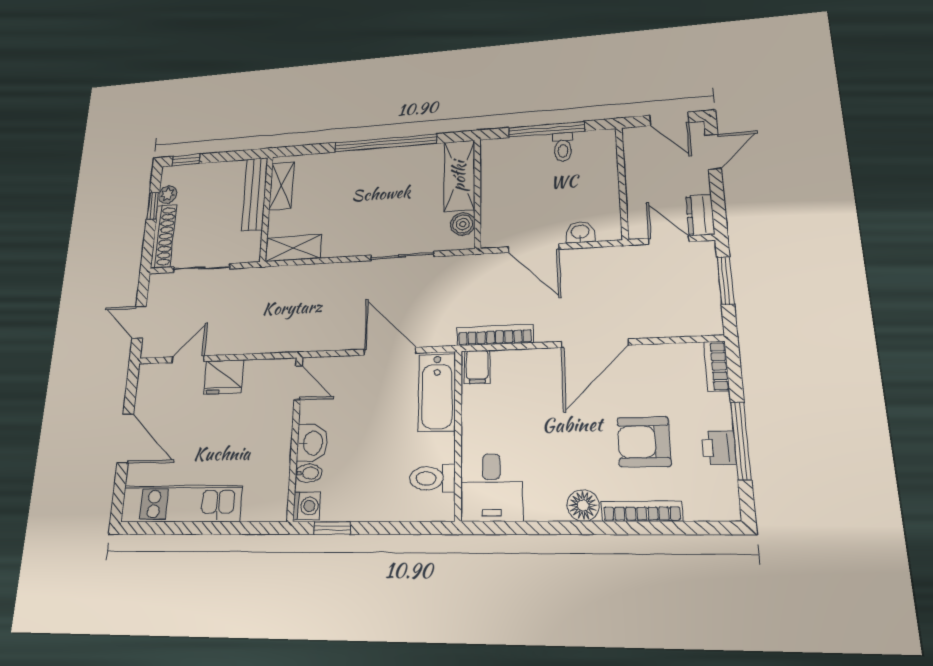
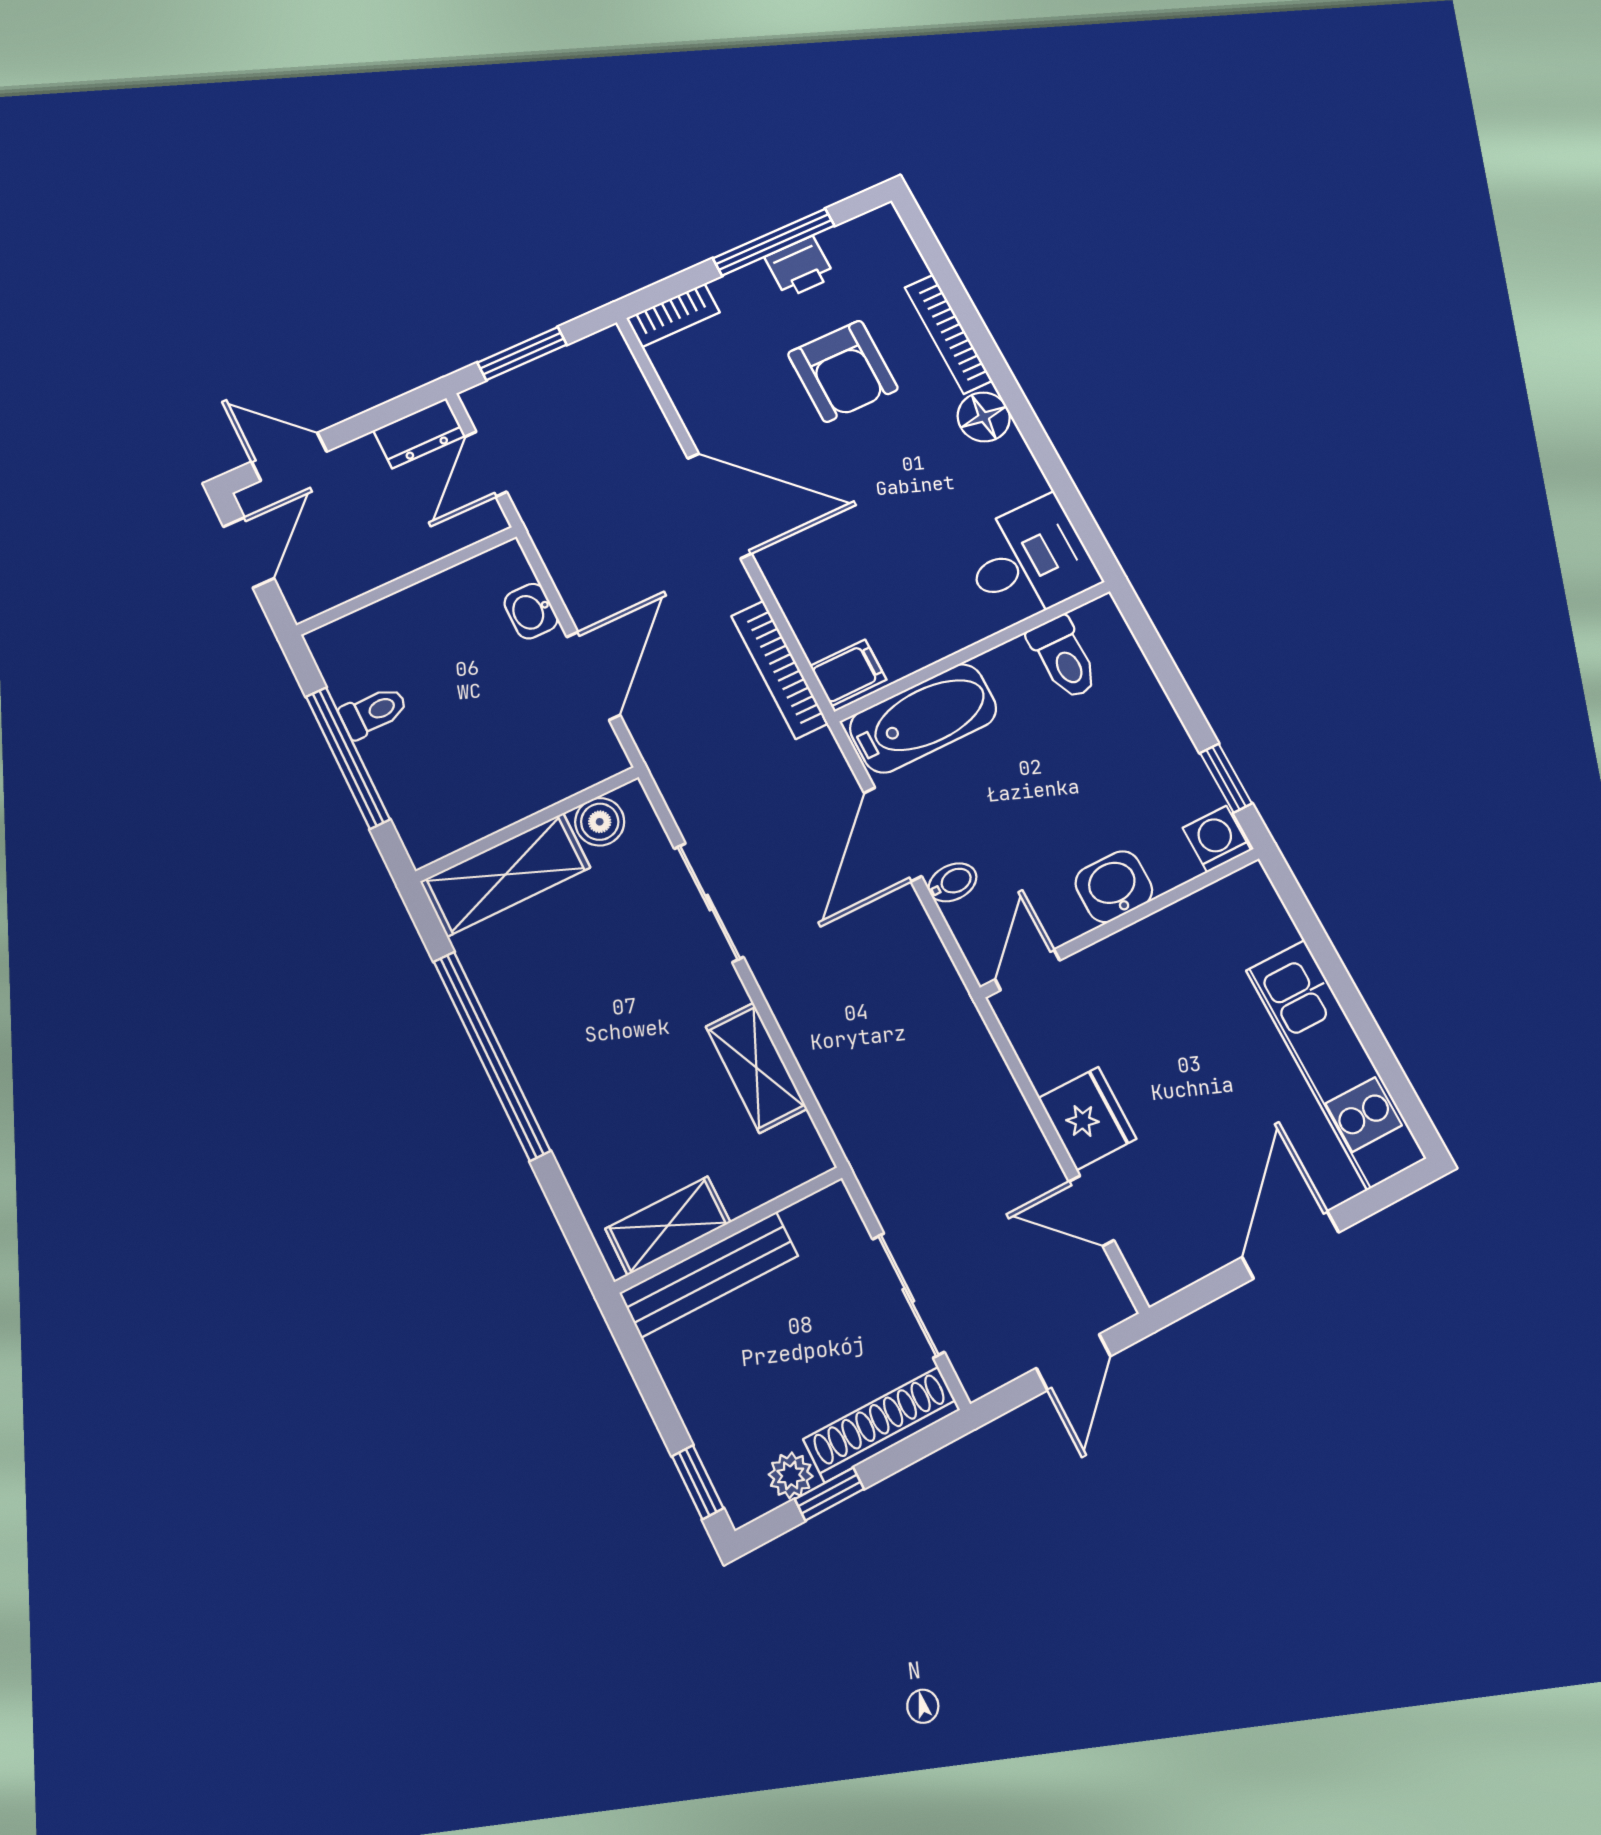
shelving: (294, 248) -> (756, 1068), moved
bidet: (308, 473) -> (953, 882), moved, turned 90

